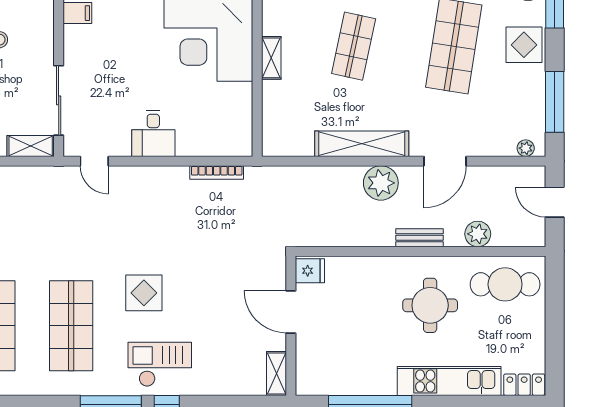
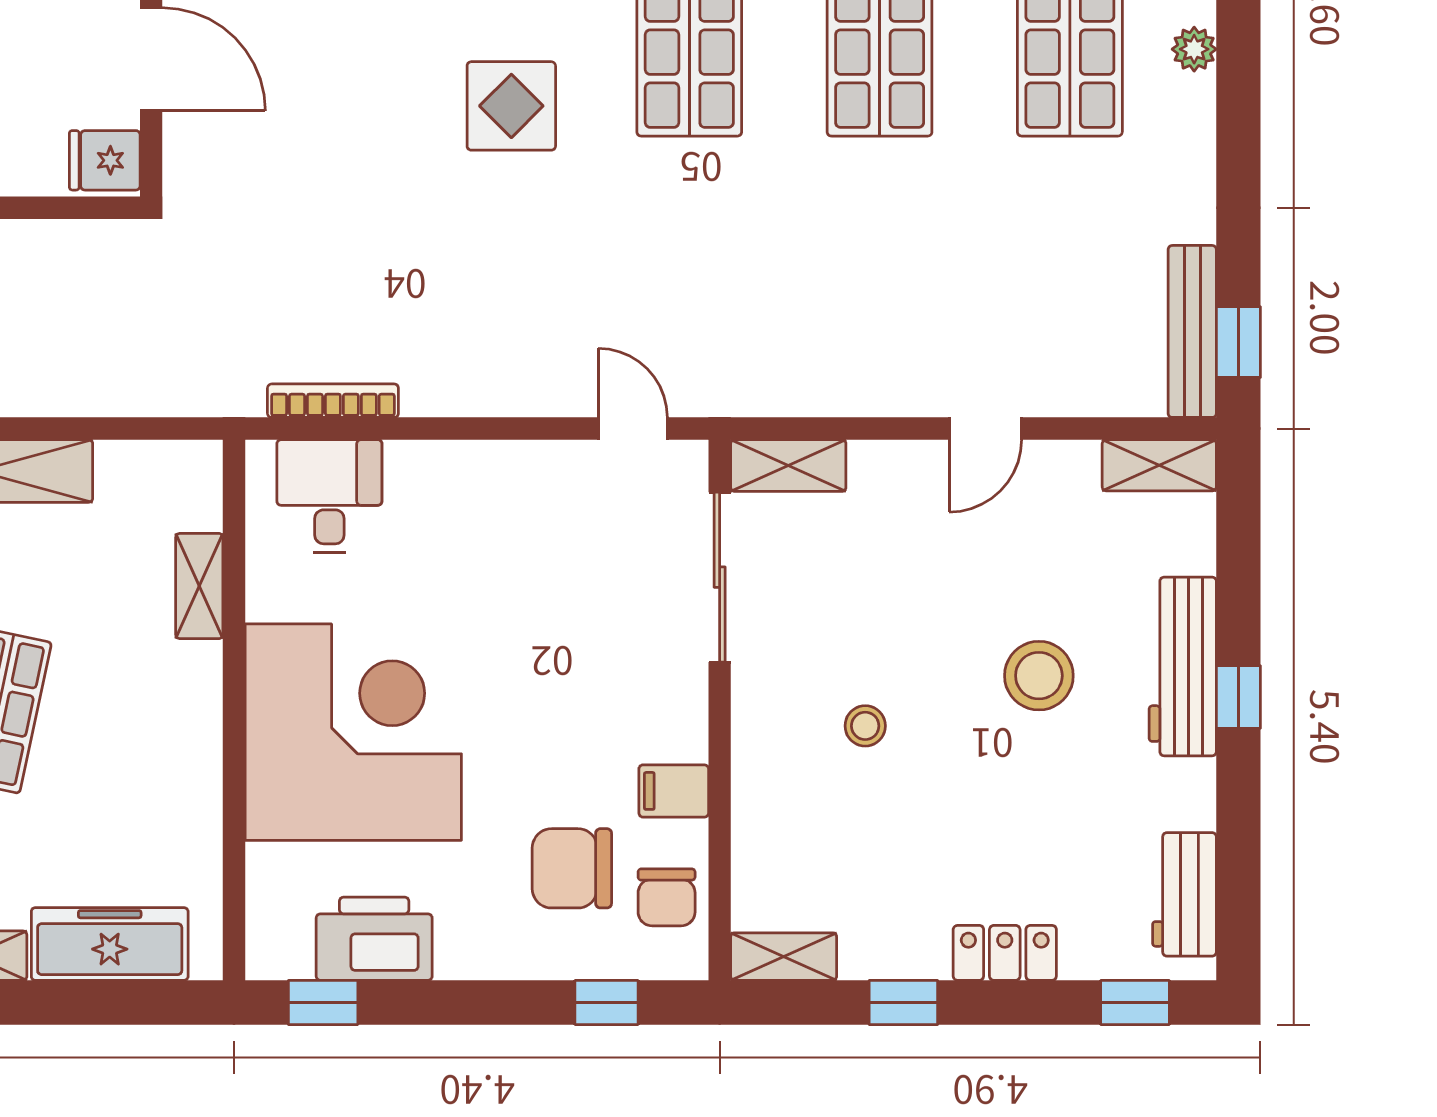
shelving: (271, 58) -> (199, 586), moved
desk: (153, 133) -> (329, 496), moved

